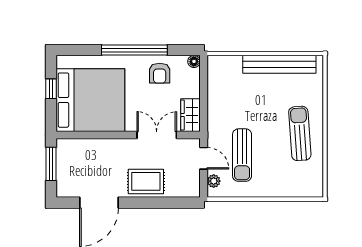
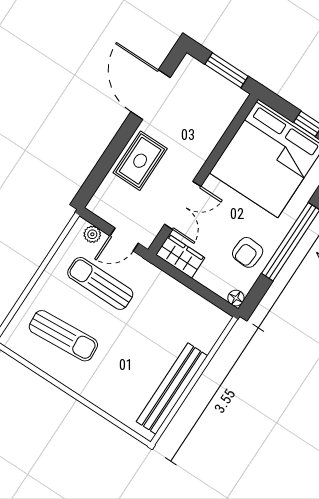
armchair: (160, 73) -> (248, 252), turned -86
sun lounger: (300, 133) -> (63, 336), moved

